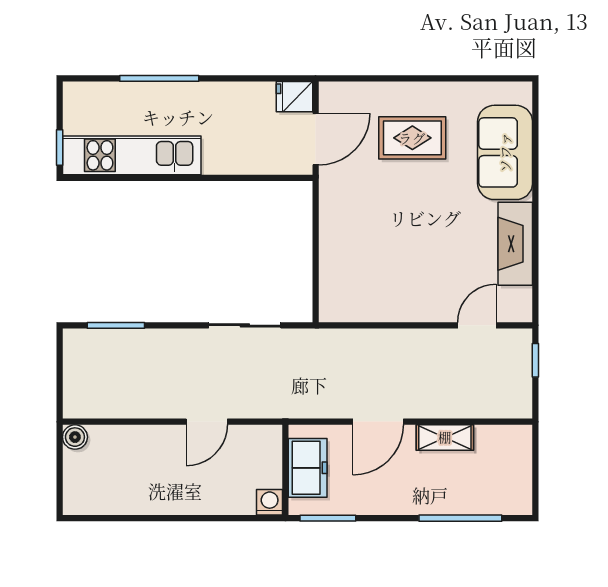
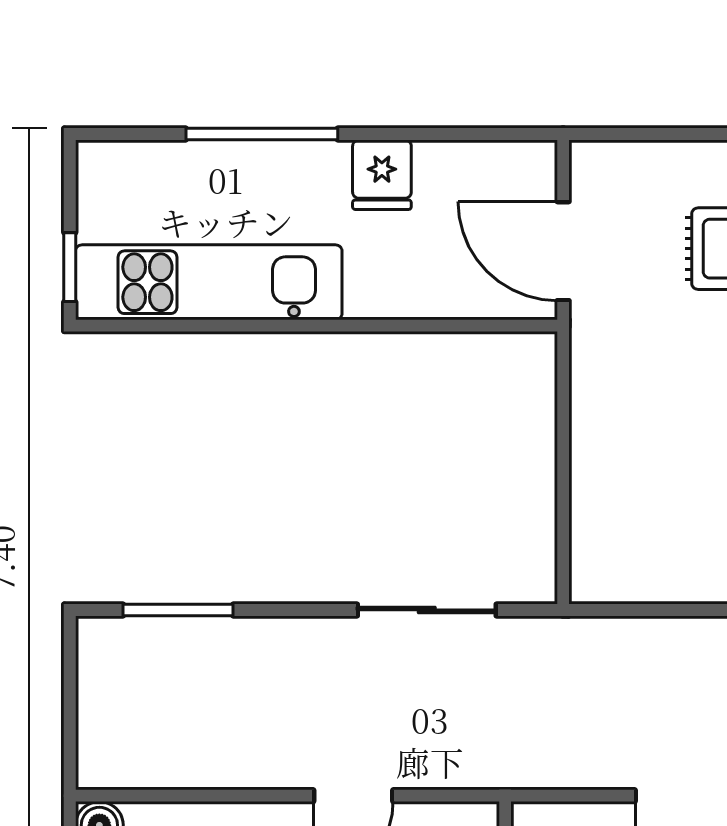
fridge: (294, 97) -> (382, 175), moved, turned -90
door: (316, 139) -> (563, 251), swing flipped

